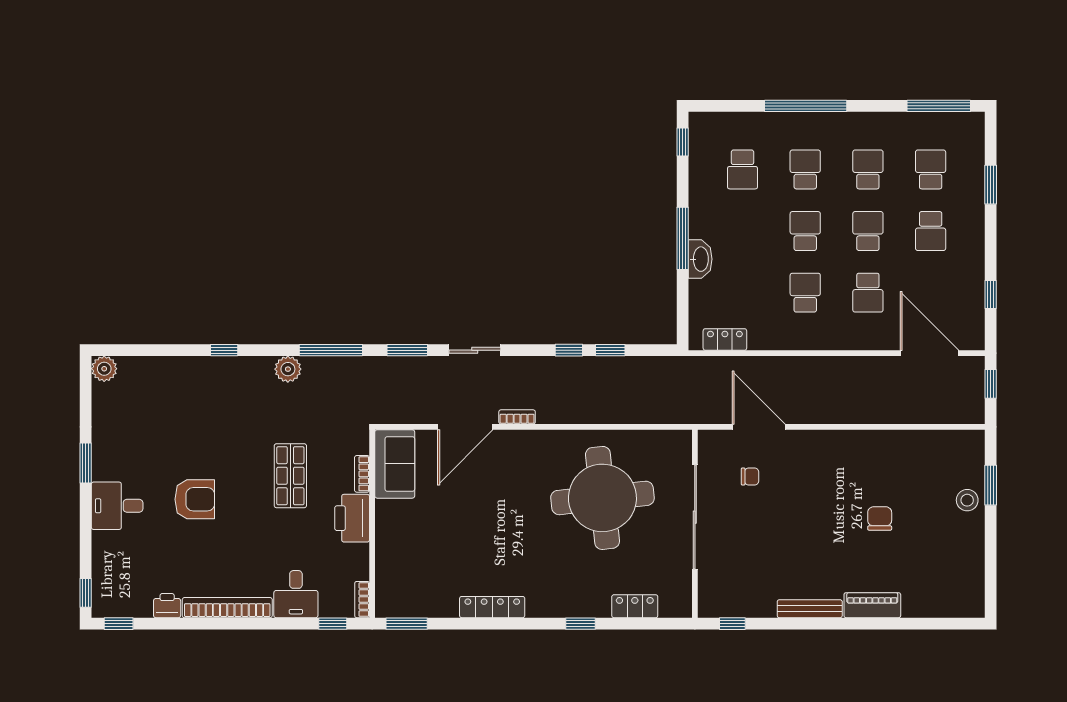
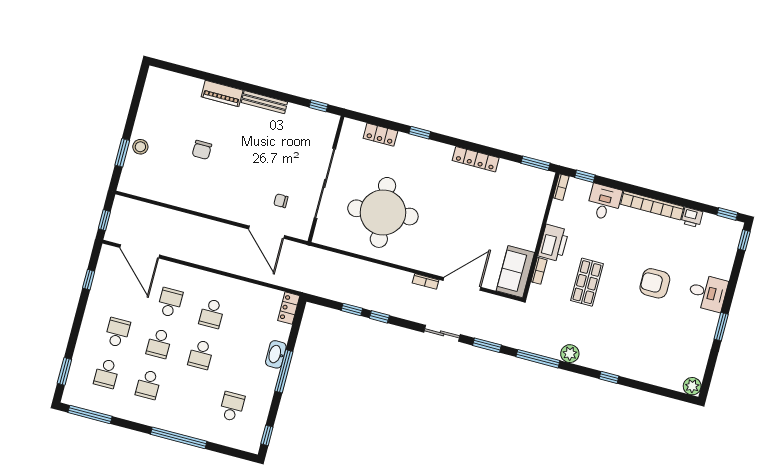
school desk: (805, 169) -> (190, 396), removed
window: (991, 185) -> (64, 371), moved
locker: (725, 339) -> (289, 308), moved, turned 90

